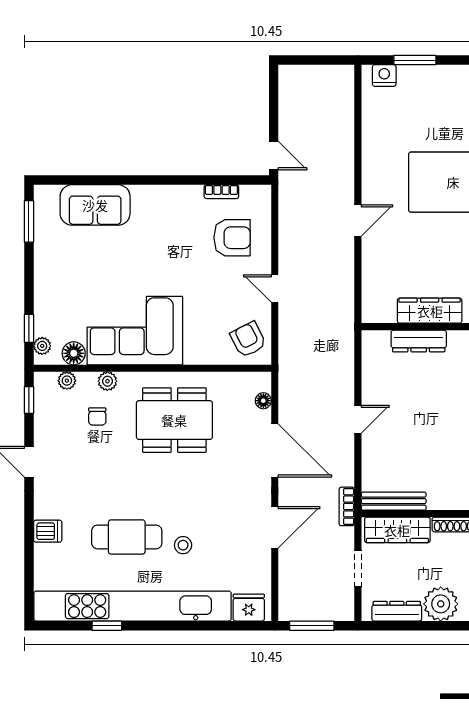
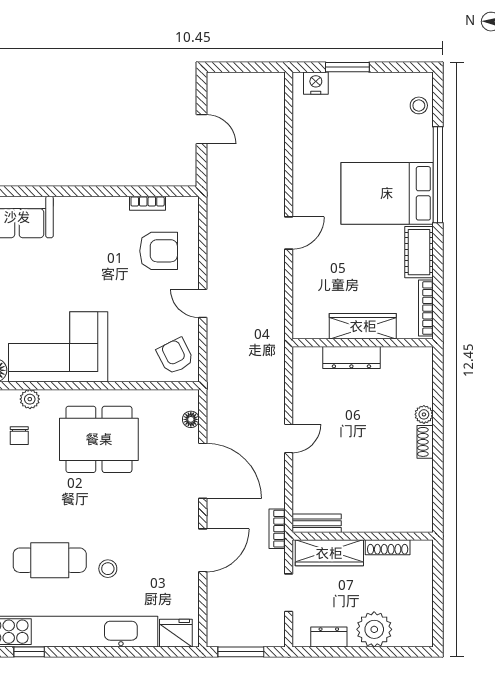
door: (274, 156) -> (202, 129), moved
bench: (394, 501) -> (317, 523), width x0.73
dresser: (397, 611) -> (329, 637), width x0.70

